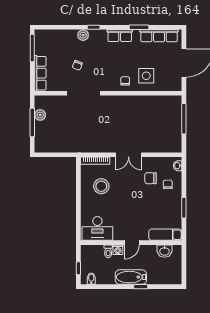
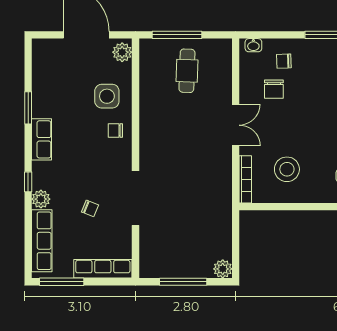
row of seats: (159, 36) -> (42, 241), moved
plant: (173, 85) -> (122, 52), added
plant: (40, 115) -> (223, 269), moved
cafe table: (162, 125) -> (187, 71), added

